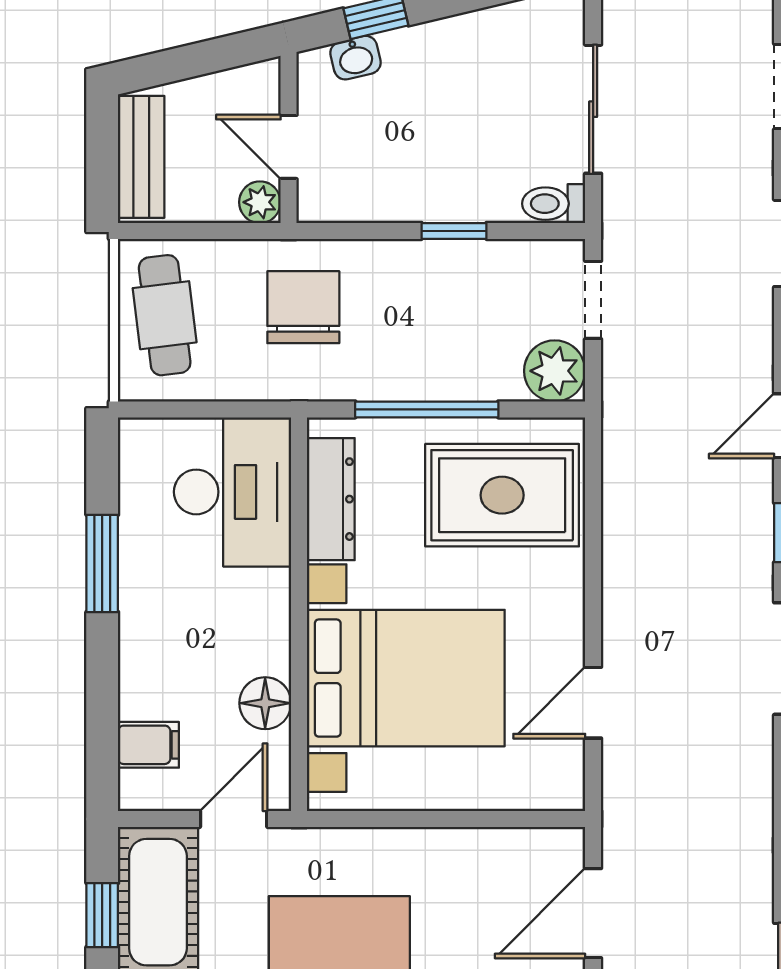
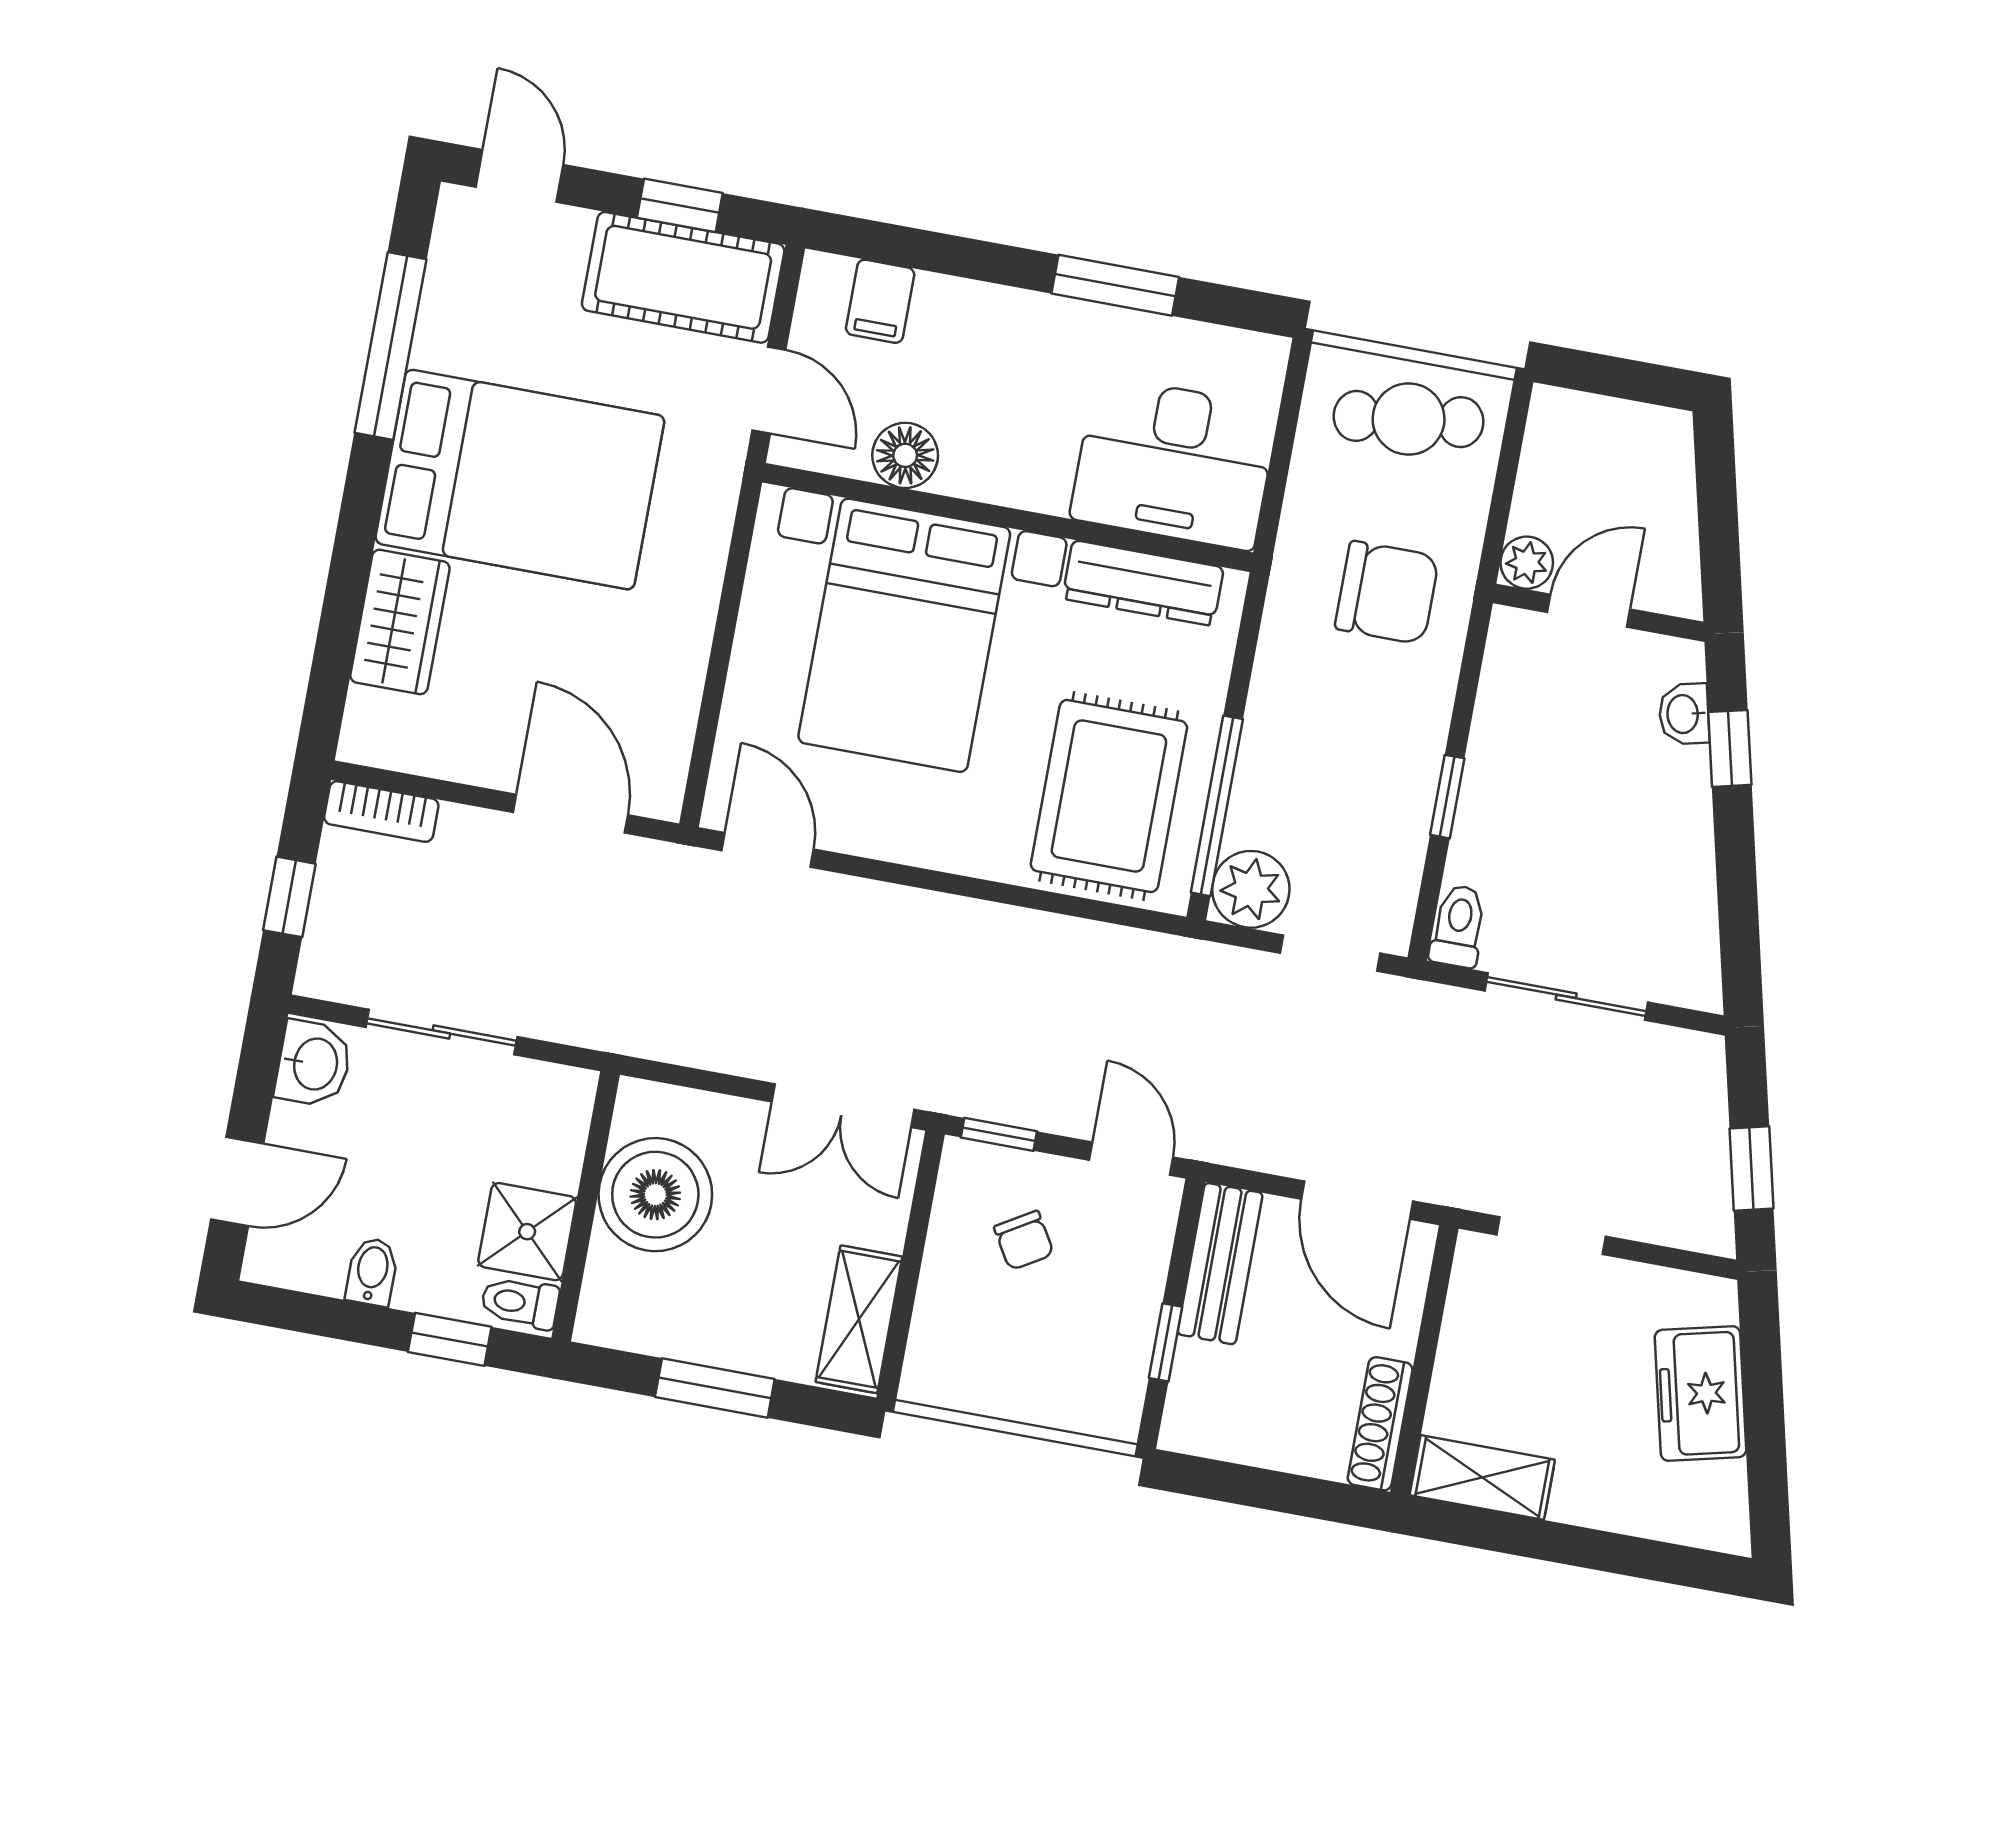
bench: (141, 157) -> (1610, 426), removed
window: (427, 409) -> (1217, 806), moved
door: (593, 703) -> (768, 850), moved

